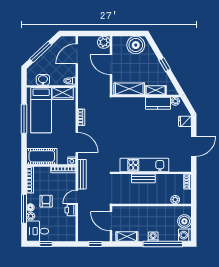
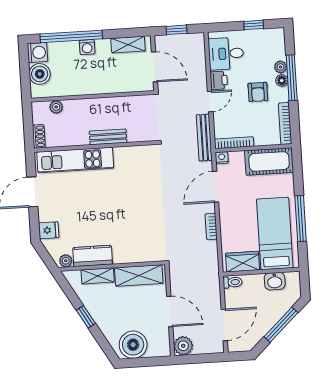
door: (77, 142) -> (216, 187), hinge flipped
kitchen unit: (144, 165) -> (75, 160), moved
desk: (38, 231) -> (226, 54), moved, turned 180

